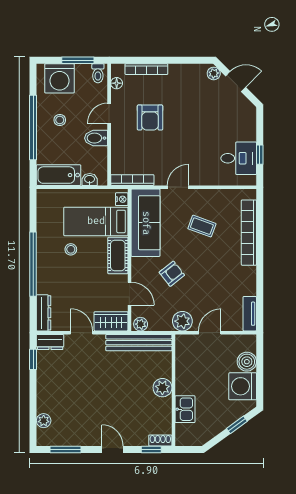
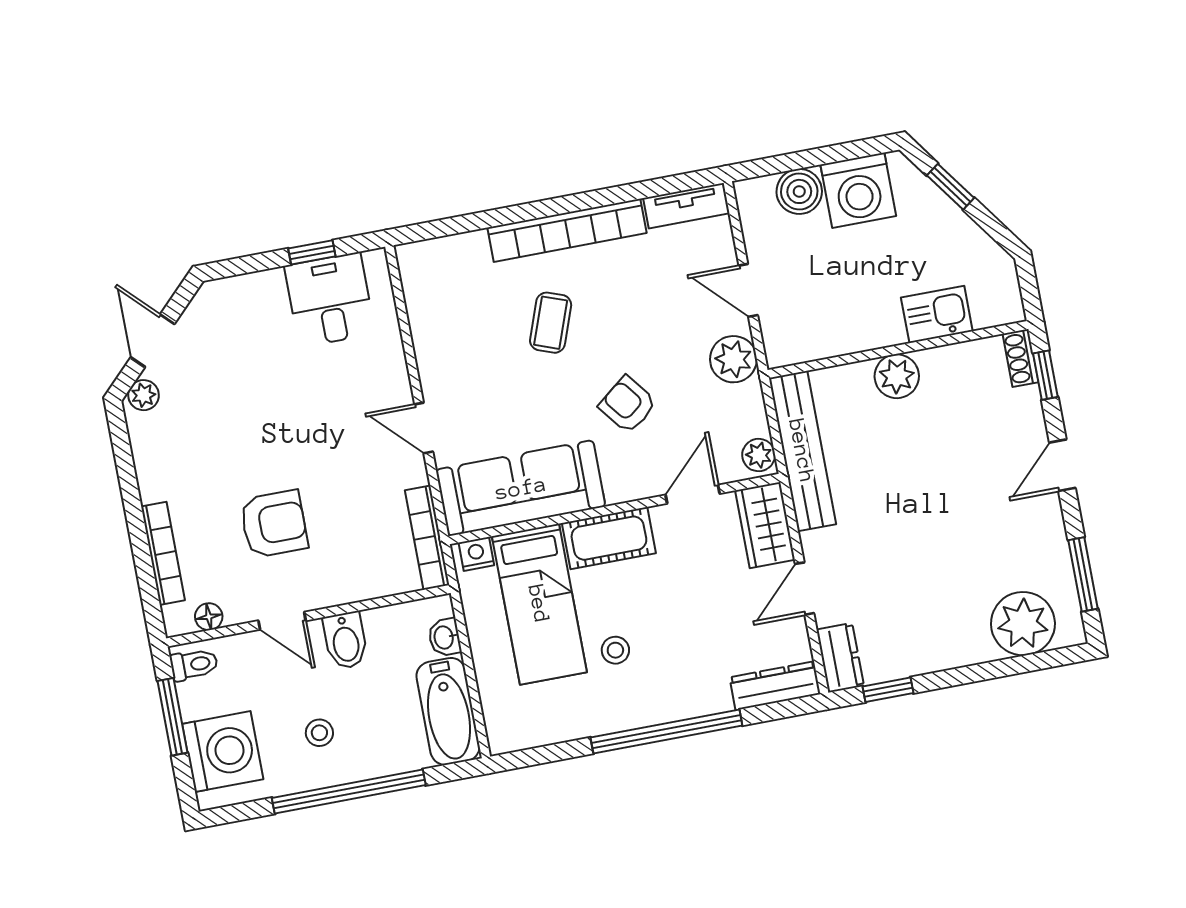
coffee table: (202, 226) -> (551, 323), moved
bookcase: (249, 233) -> (567, 230), moved
plant: (44, 421) -> (1023, 624), width x1.88, depth x1.88

